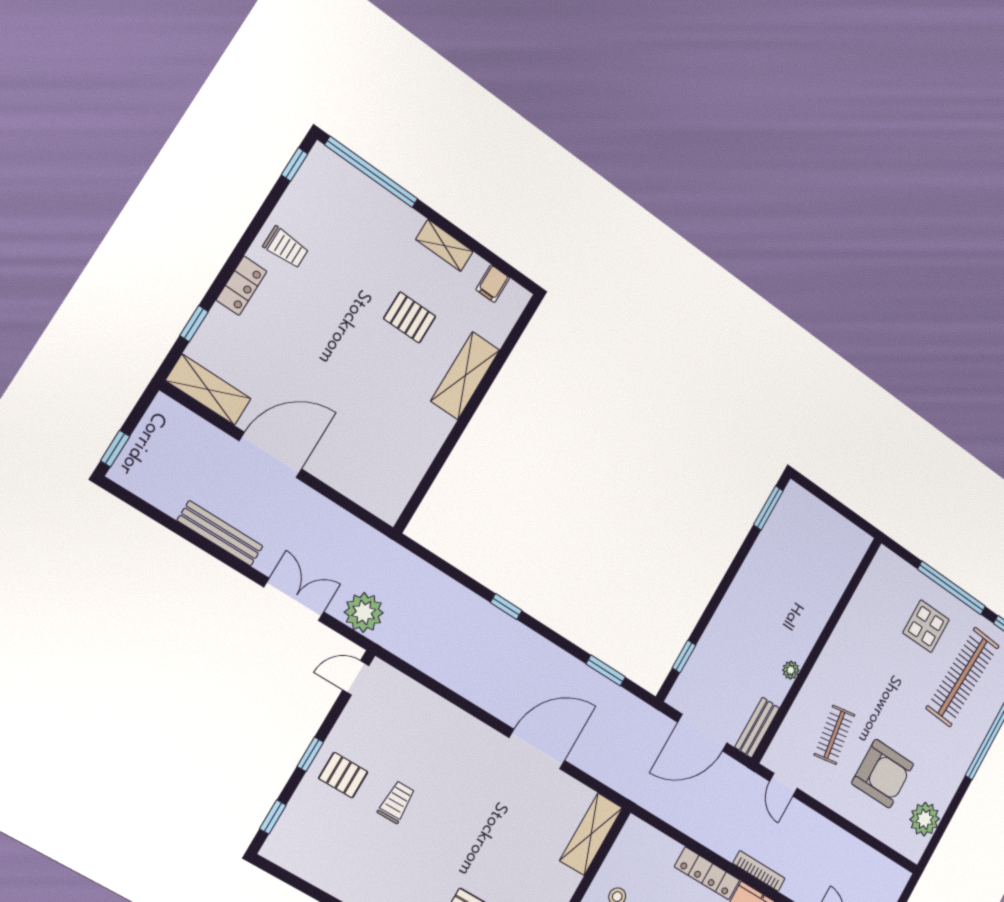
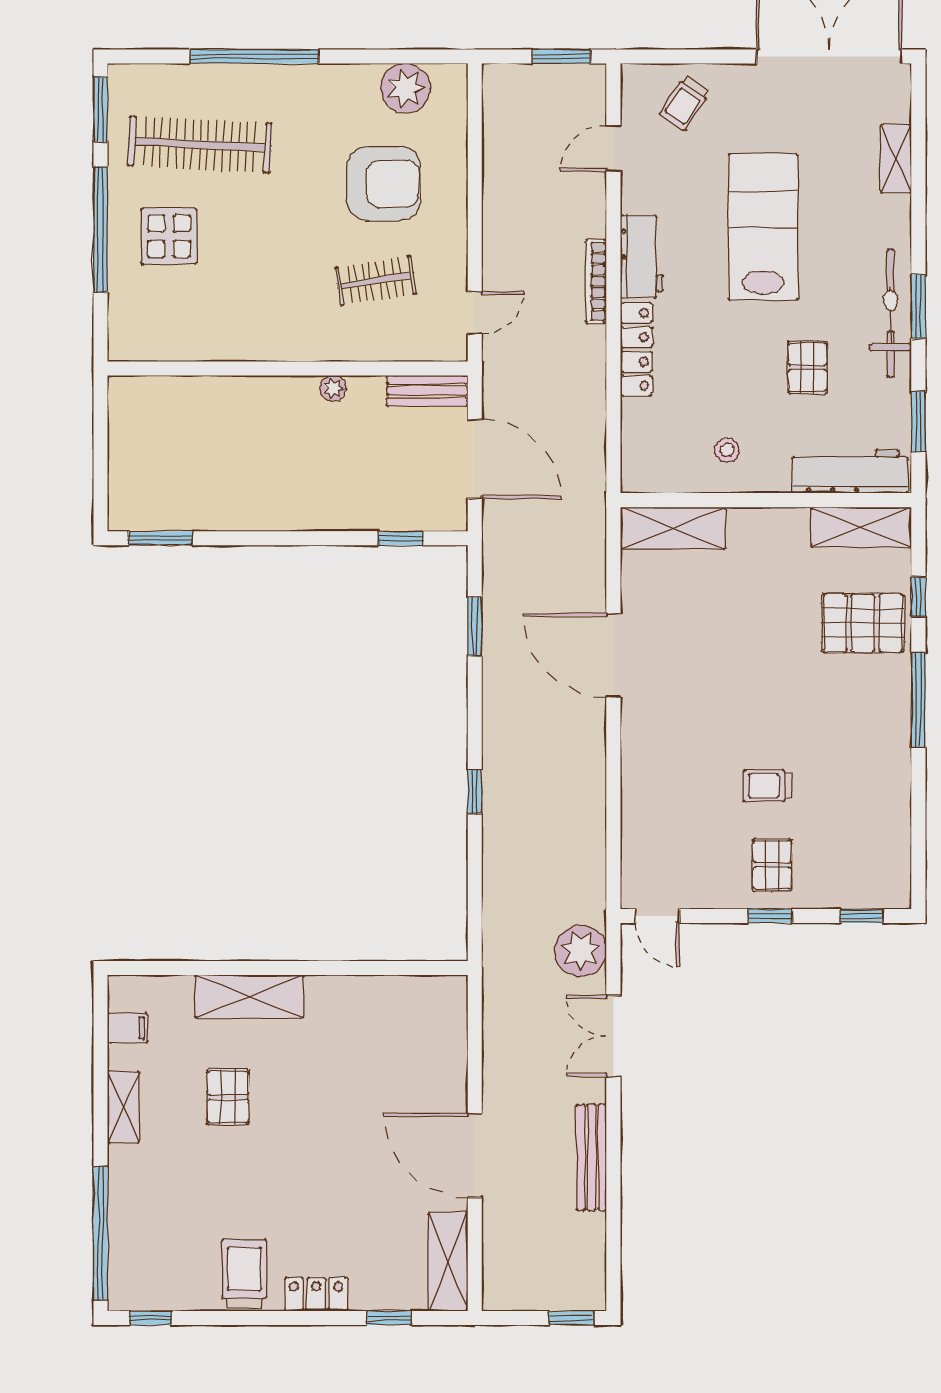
trolley: (286, 247) -> (244, 1274), width x1.36, depth x1.39
armchair: (883, 774) -> (384, 184), turned 90

